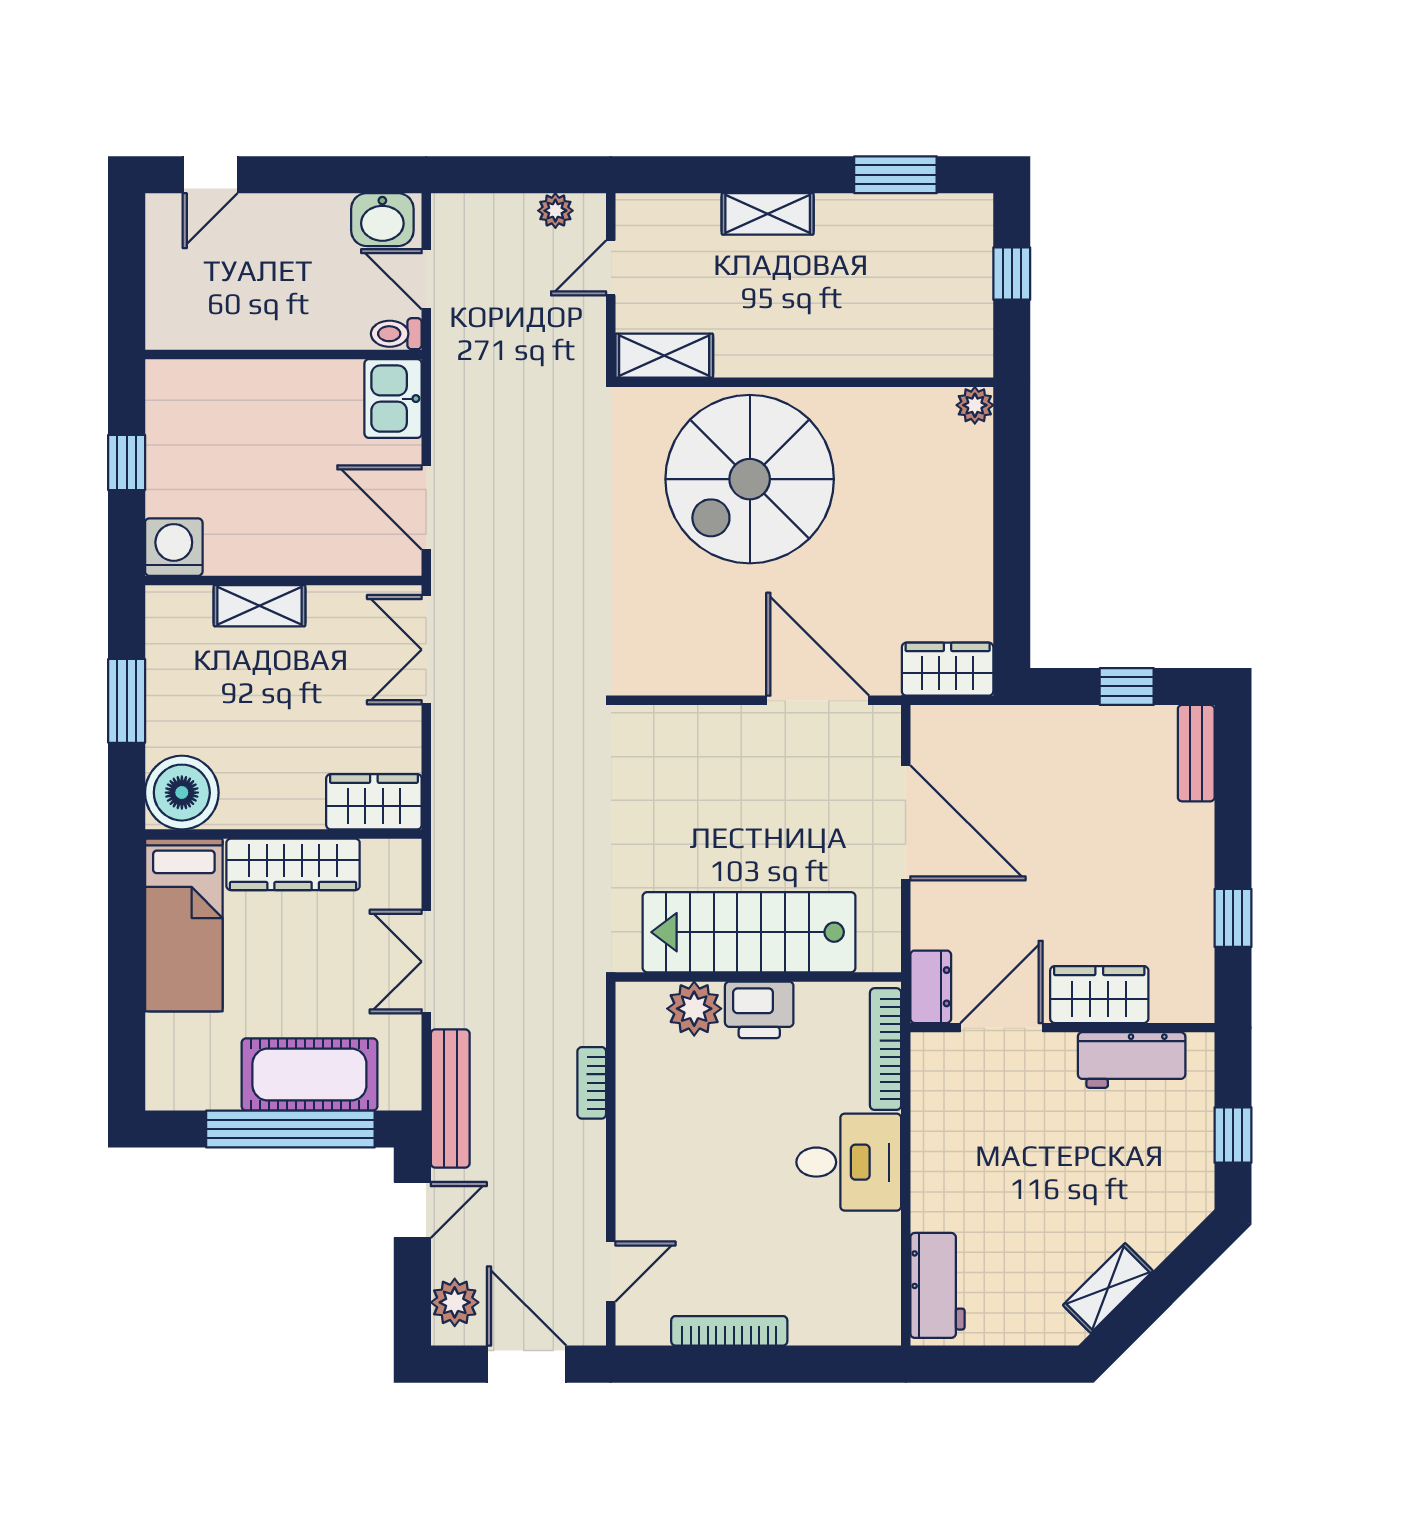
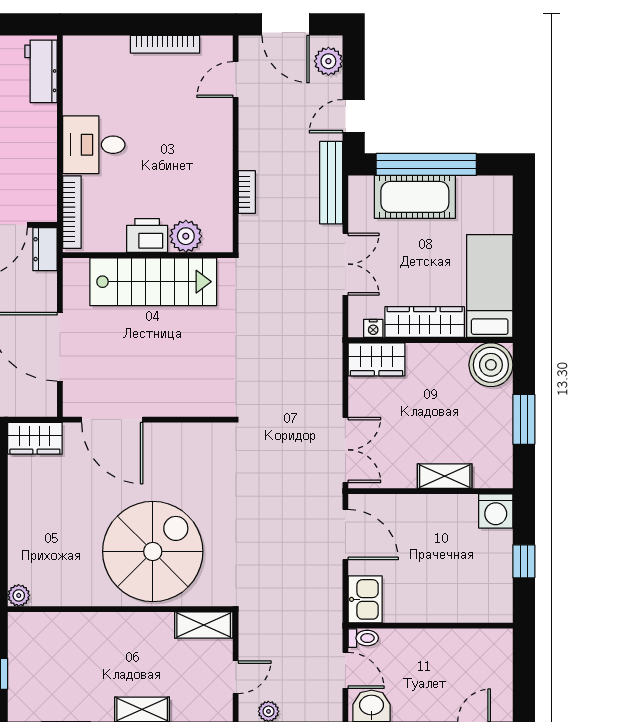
nightstand: (380, 854) -> (373, 328), added

